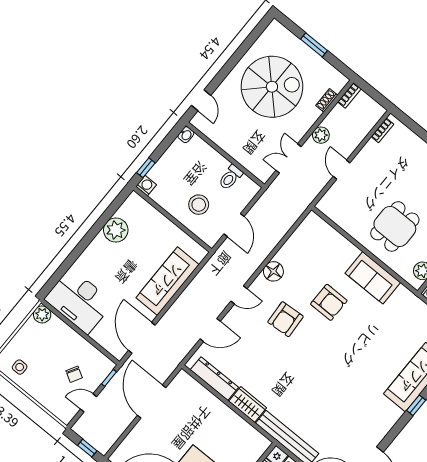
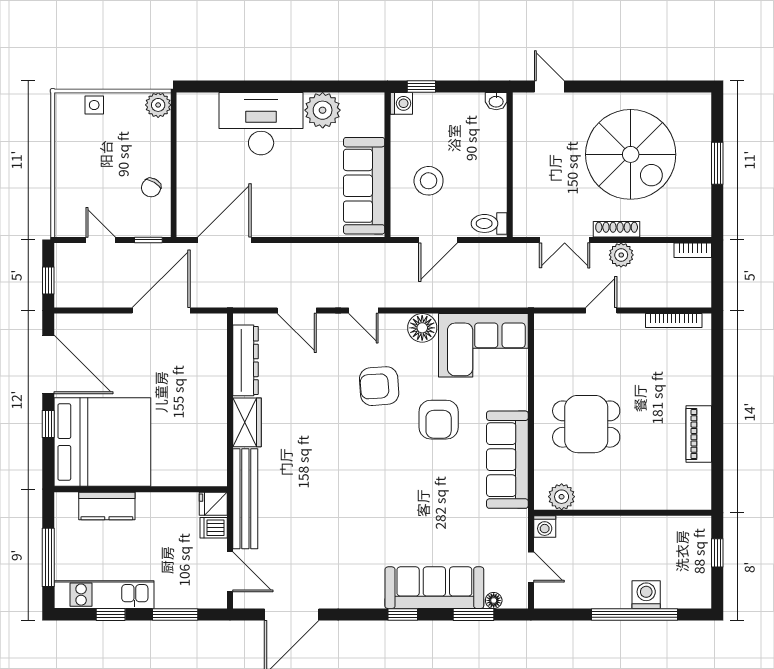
door: (201, 100) -> (549, 86), swing flipped
shoe rack: (327, 100) -> (617, 229), moved, width x1.43
bookcase: (382, 130) -> (674, 321), width x1.56
double door: (289, 158) -> (565, 240), swing flipped
toilet: (230, 177) -> (489, 223), moved
corner sofa: (309, 247) -> (483, 345), added
sofa: (373, 278) -> (507, 460), width x1.36
sofa: (168, 281) -> (364, 186), moved, turned -90
desk: (79, 301) -> (261, 124), moved, turned 90
side table: (20, 367) -> (94, 105), moved
chair: (74, 374) -> (151, 188), moved

